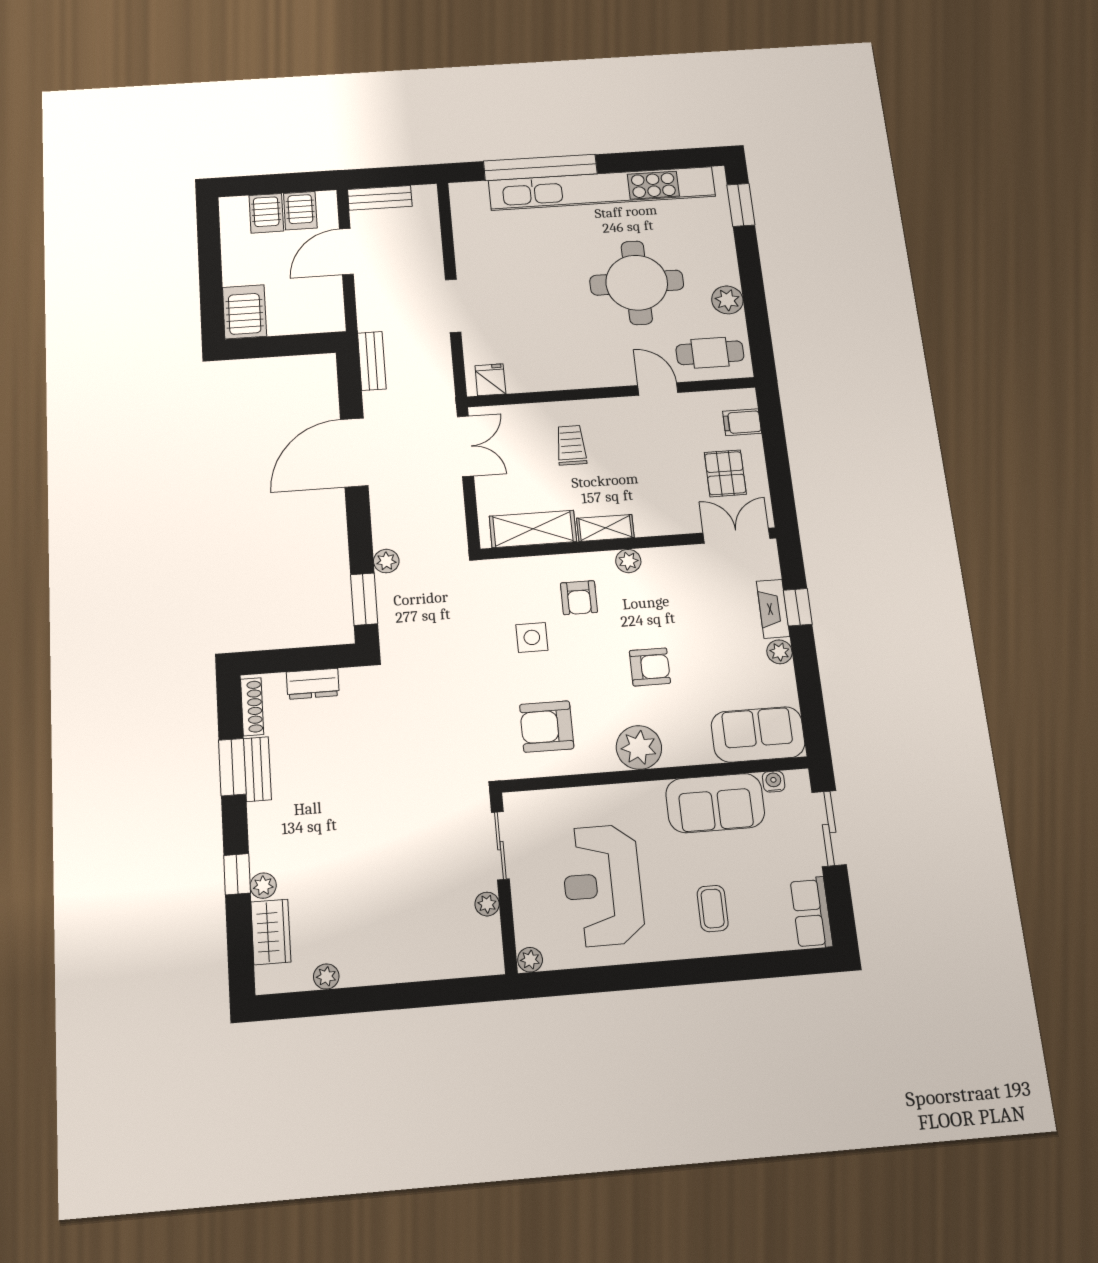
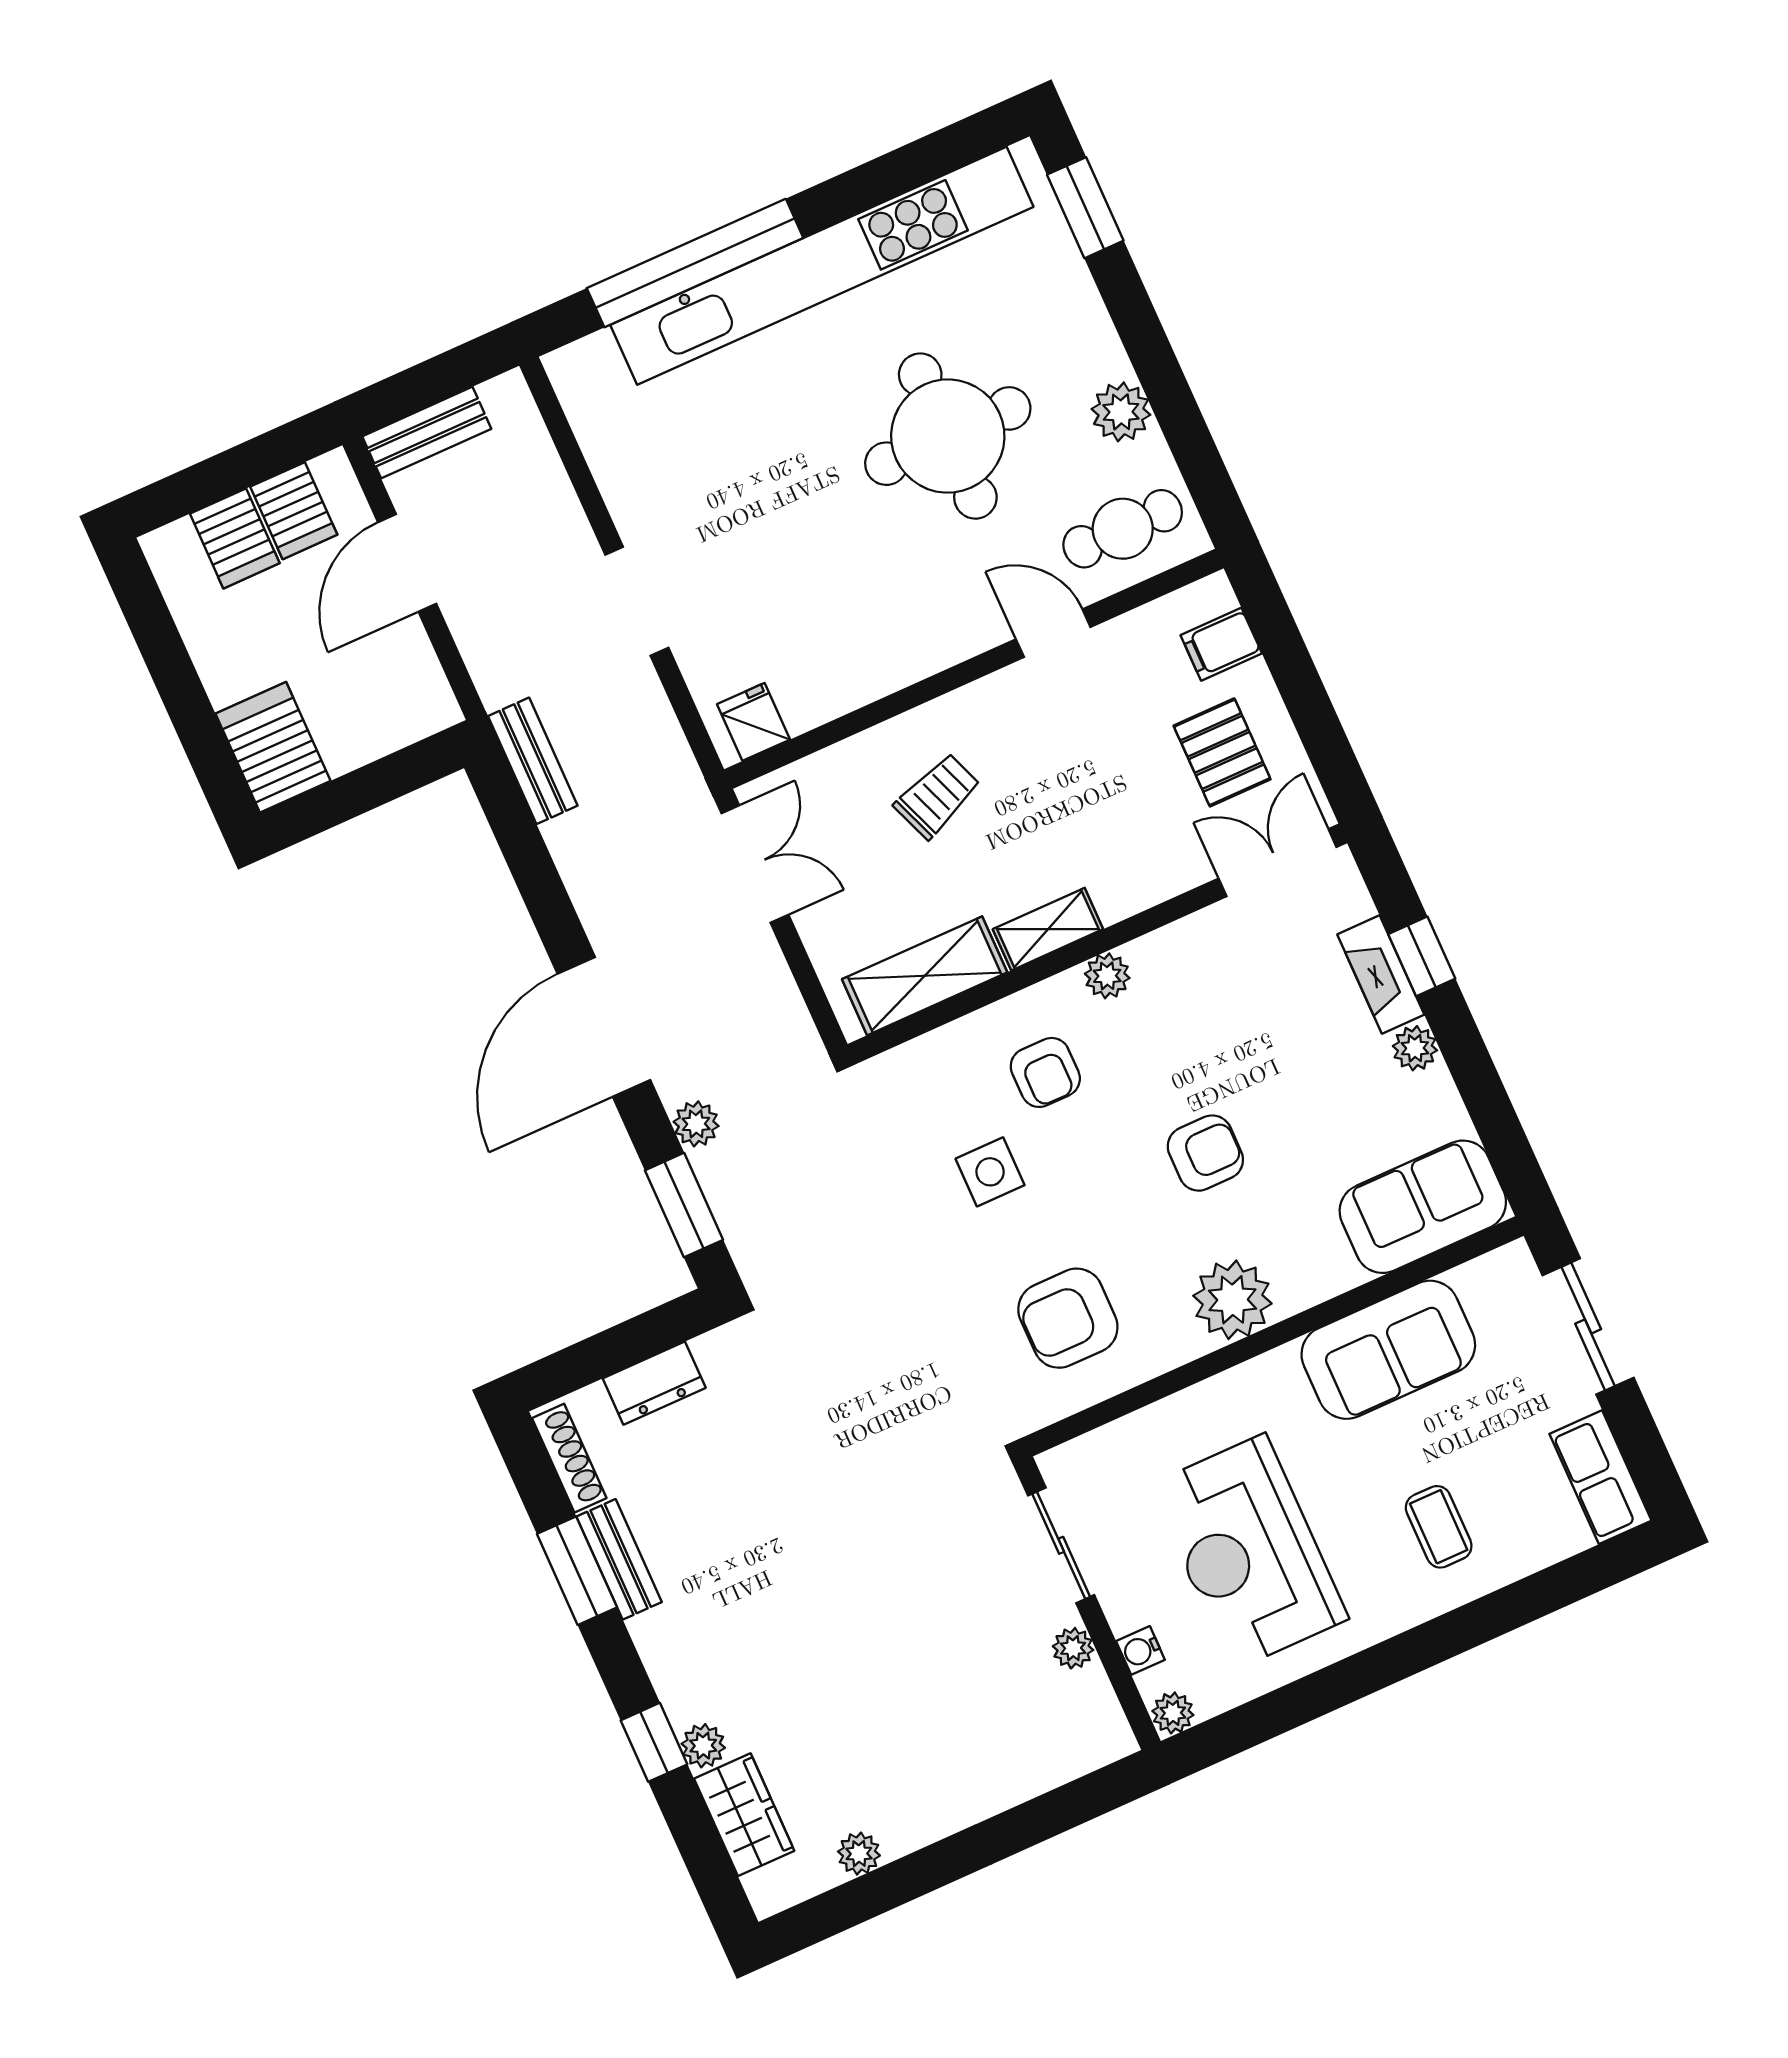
trolley: (571, 445) -> (937, 796), turned 69
door: (354, 452) -> (604, 1027), moved
water cooler: (774, 782) -> (1140, 1650), moved, turned -90

